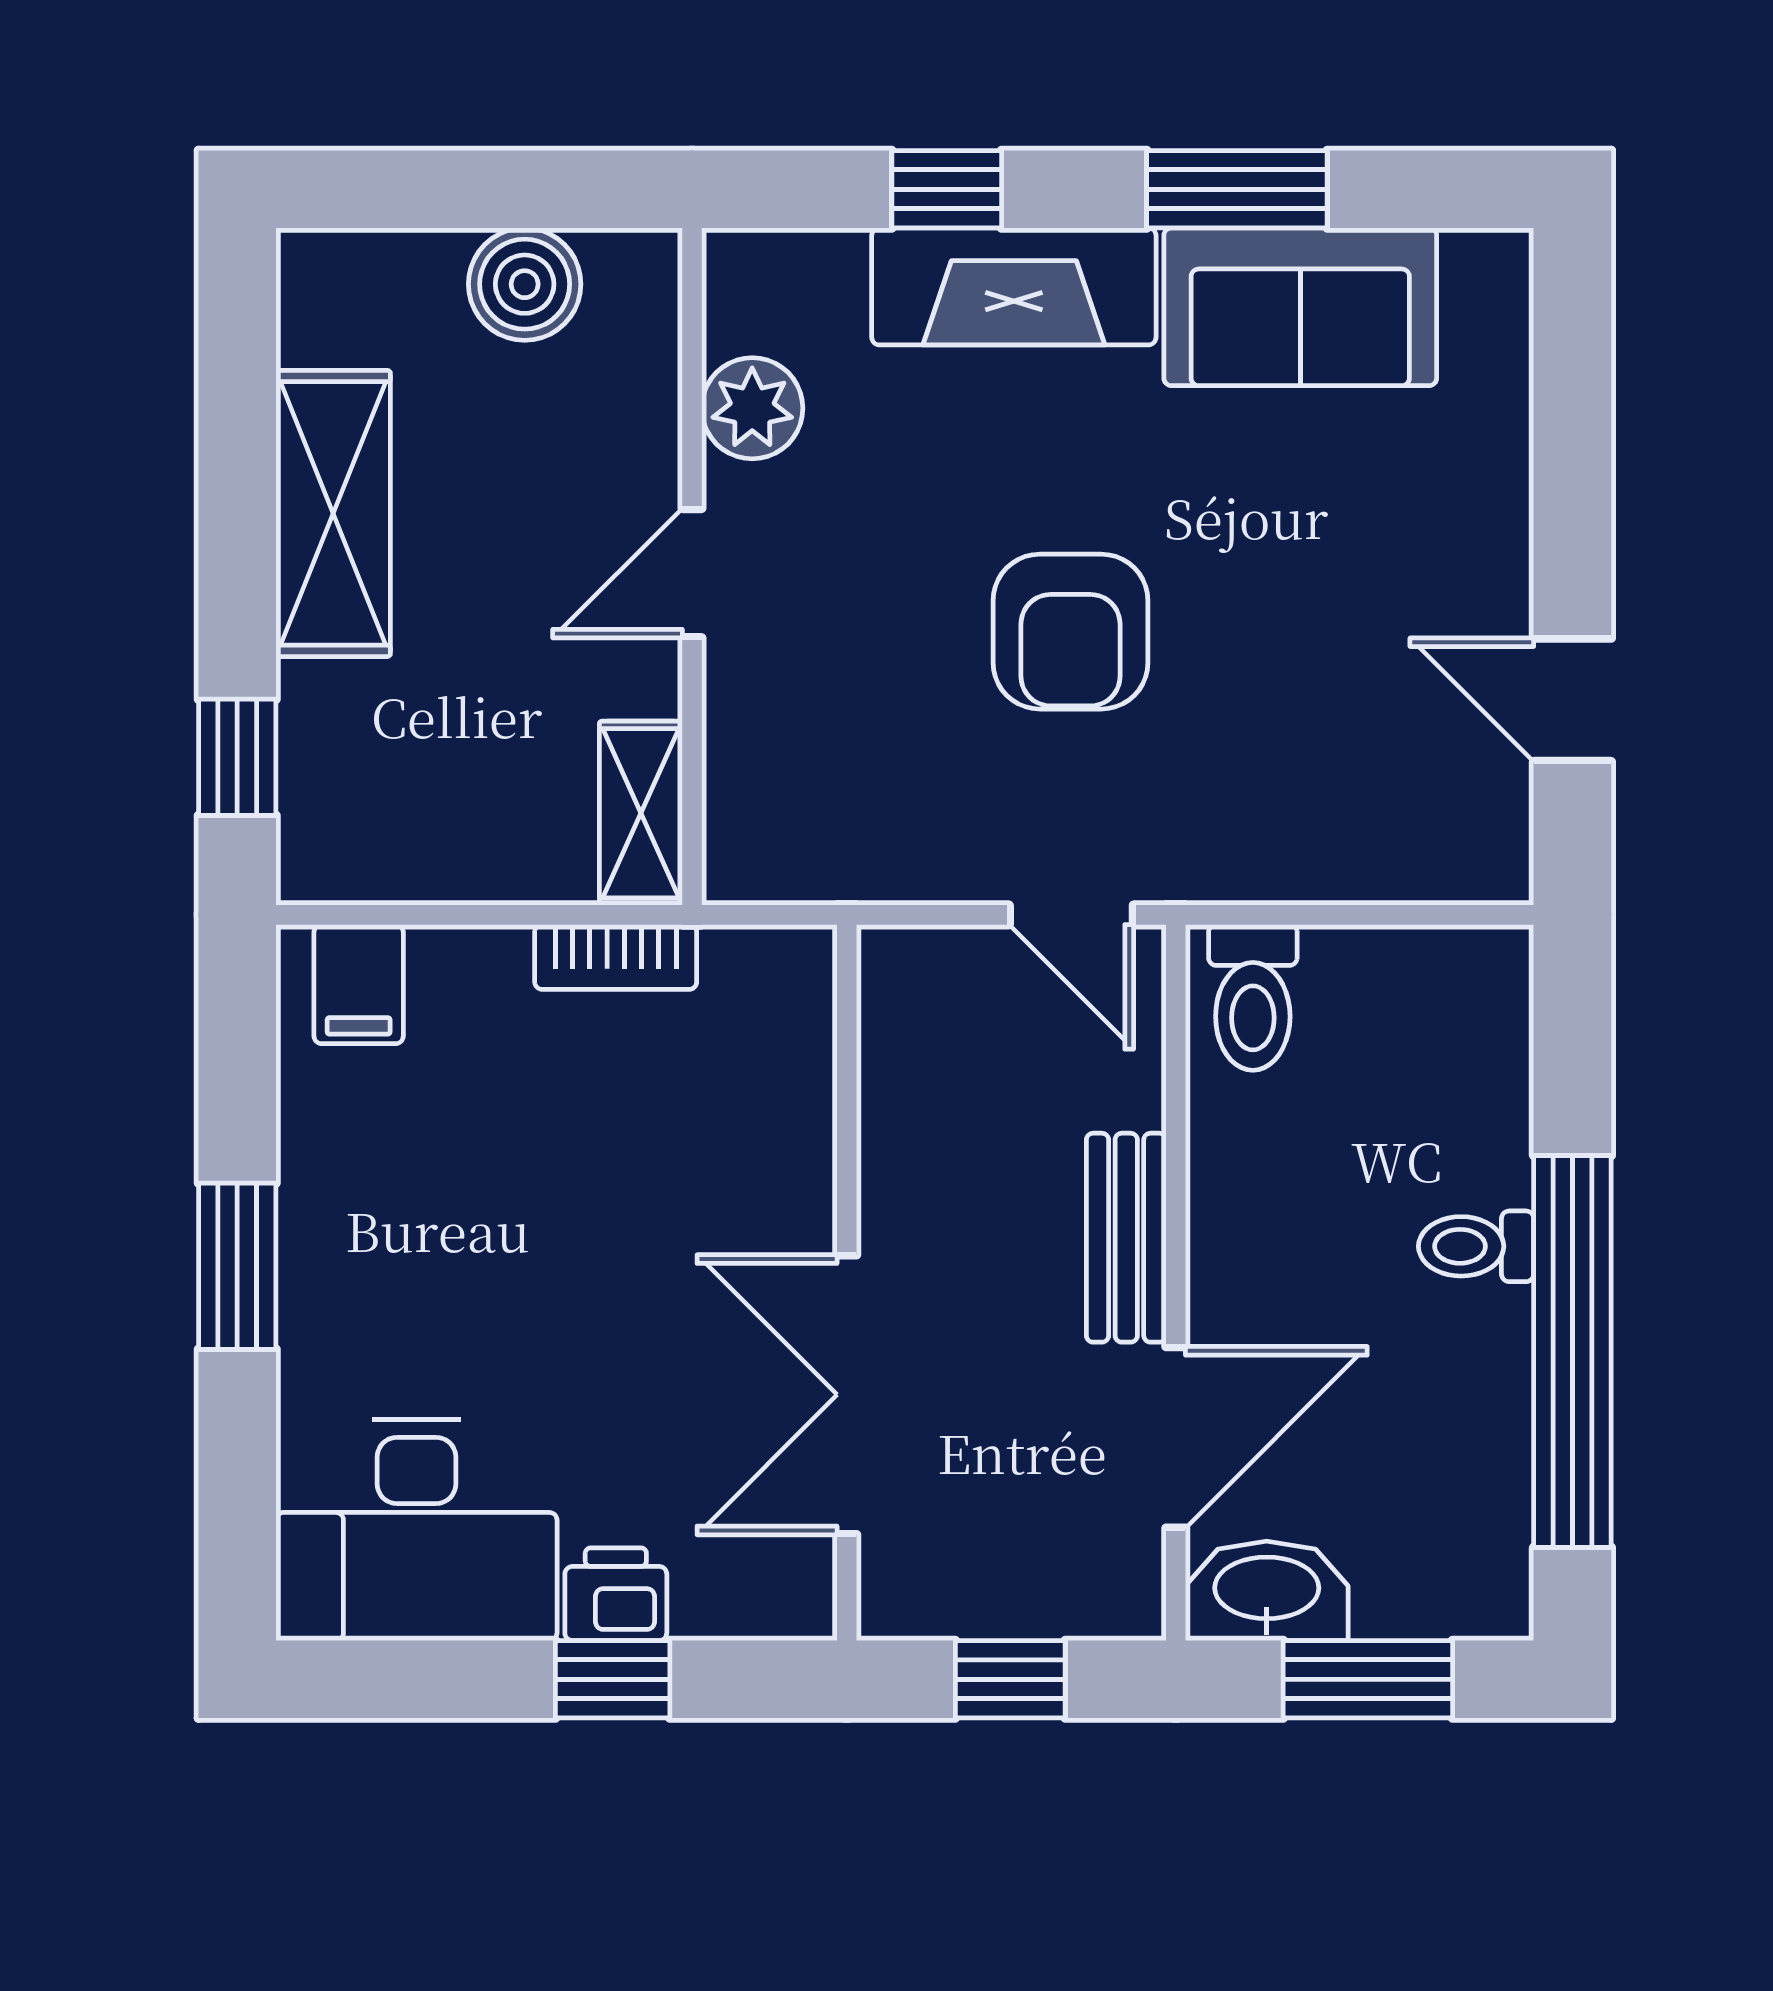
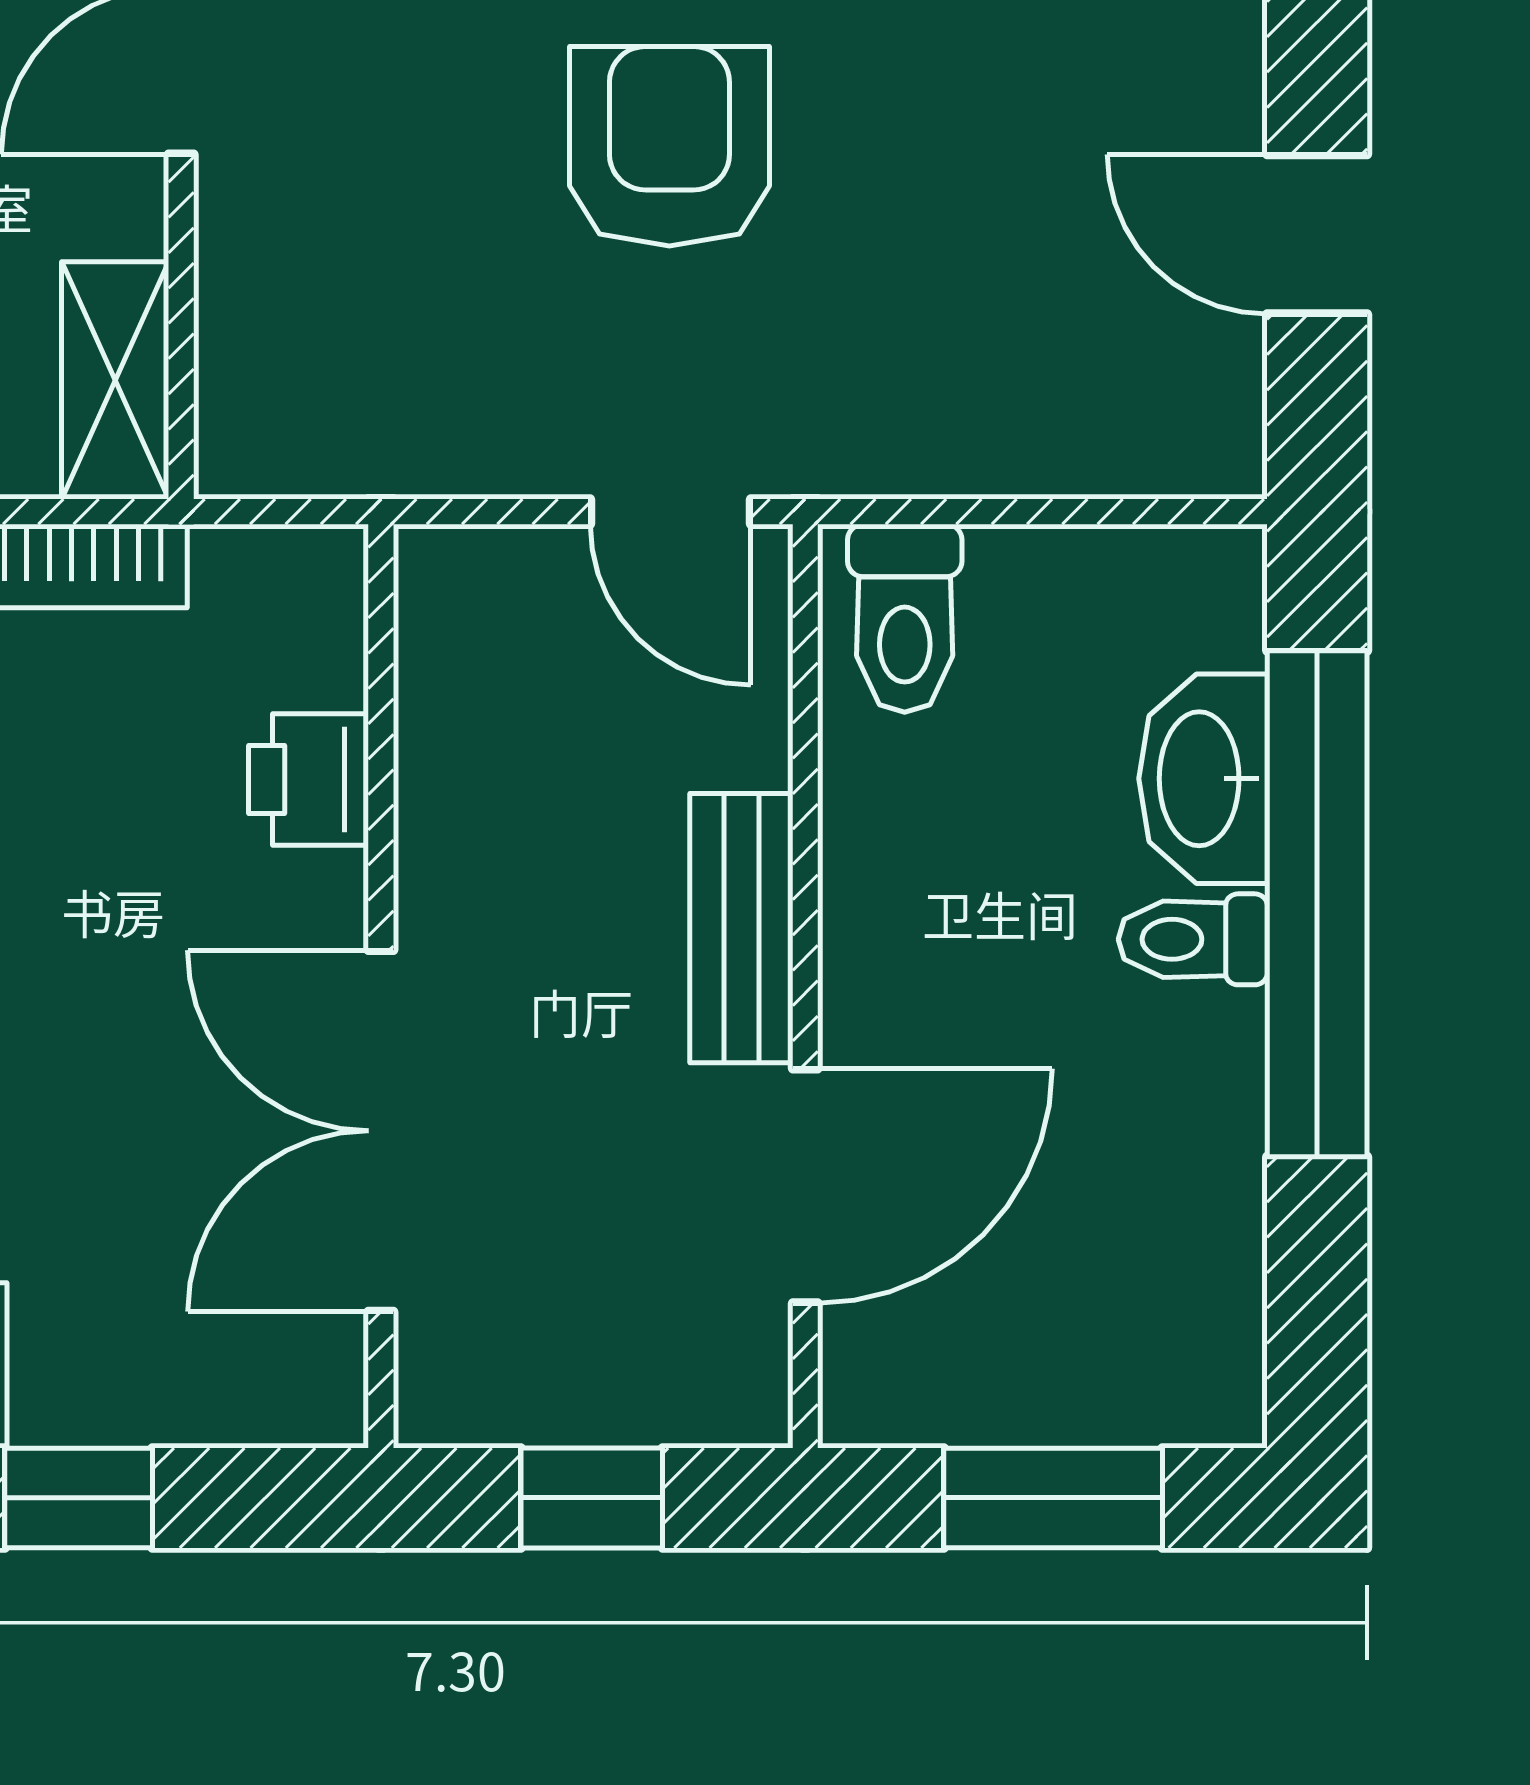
armchair: (1071, 632) -> (669, 146), turned 180
window: (1572, 1352) -> (1317, 904), moved
washbasin: (1267, 1591) -> (1203, 779), moved, turned -90
printer: (616, 1594) -> (308, 780), moved, turned -90

